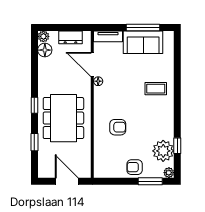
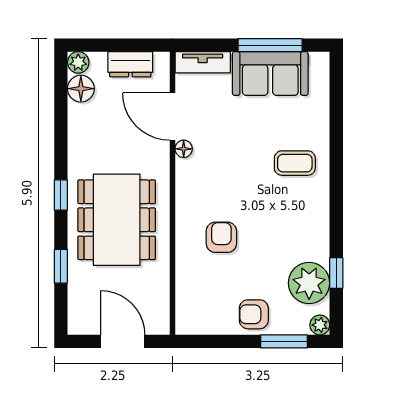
armchair: (118, 127) -> (221, 237), turned -90

